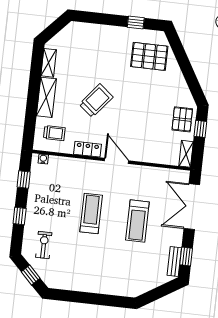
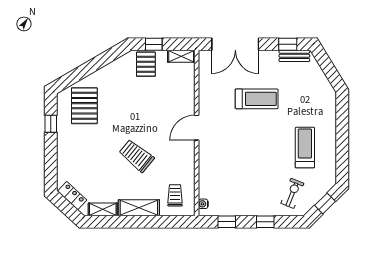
pallet: (182, 119) -> (146, 64), turned 90
locker: (88, 149) -> (72, 196), moved, turned 133
treadmill: (91, 213) -> (305, 148), moved, turned 90
exercise bike: (44, 245) -> (292, 193), turned 112

